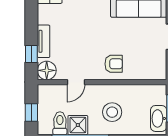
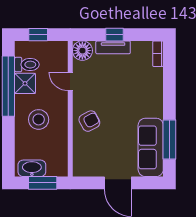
window: (31, 54) -> (114, 35), moved
armchair: (114, 64) -> (89, 121), turned -118

